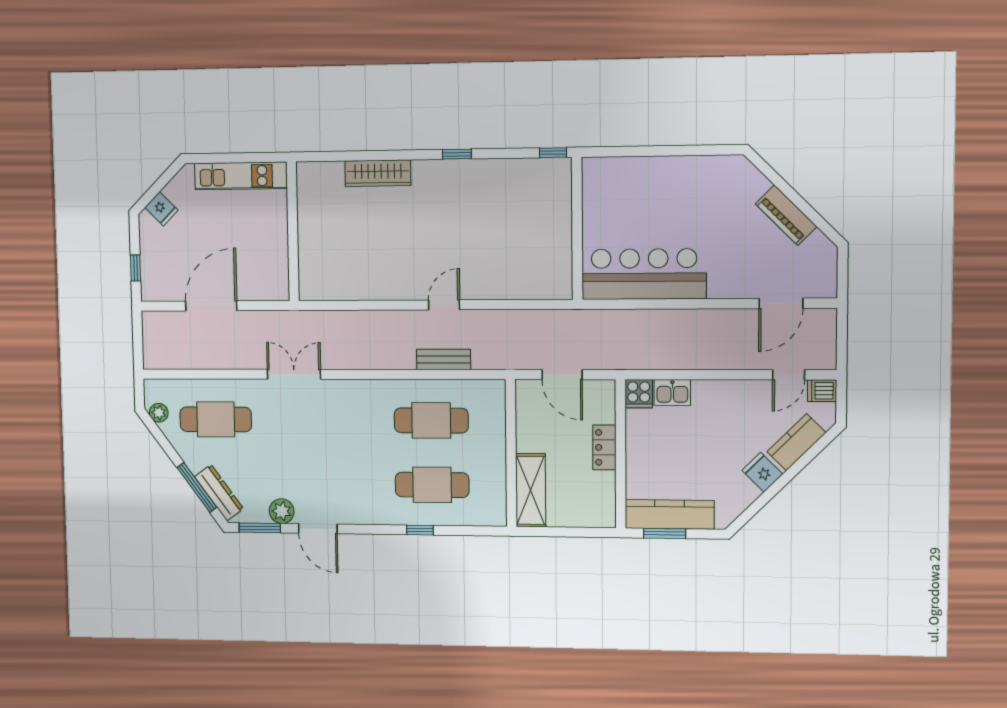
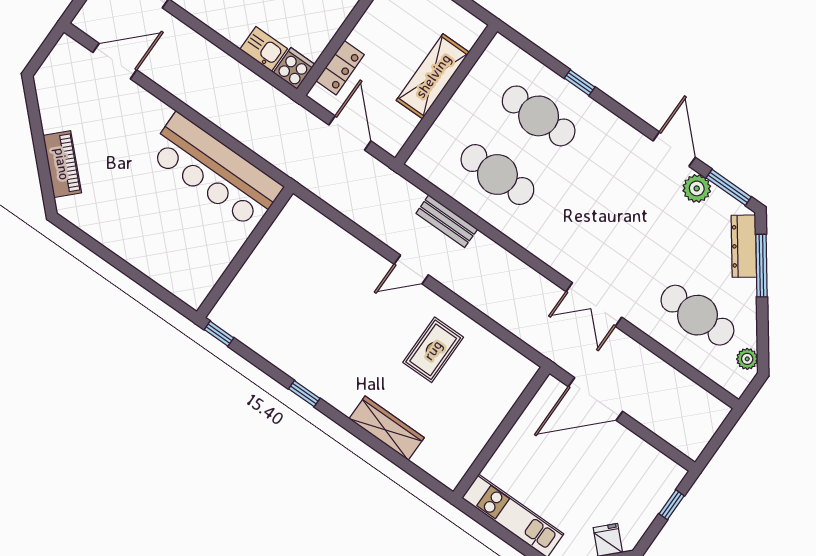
piano: (786, 215) -> (62, 164), moved
rug: (386, 257) -> (433, 350), added
door: (211, 306) -> (595, 399), moved
locker: (604, 447) -> (340, 68), moved
shelving: (531, 490) -> (433, 76), moved

